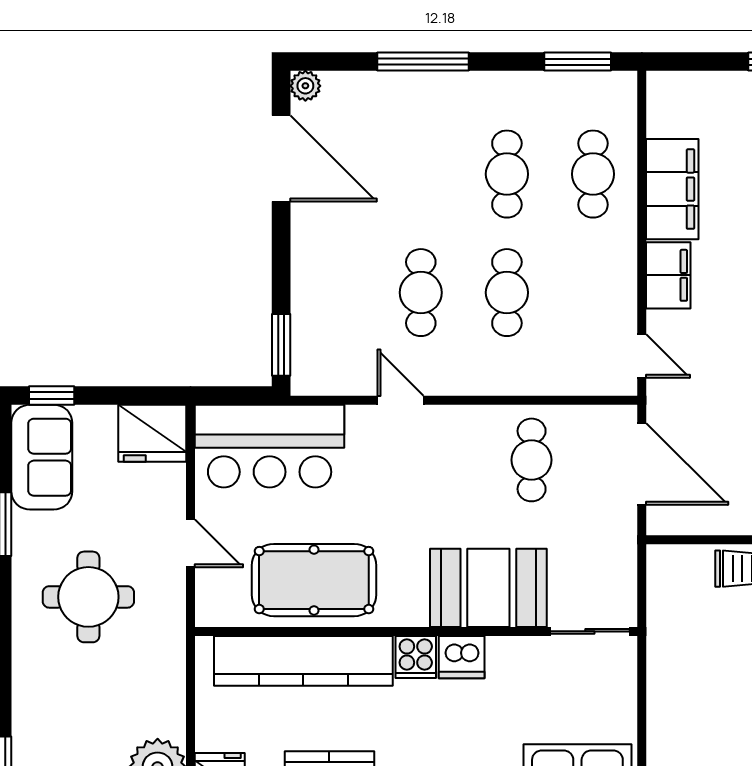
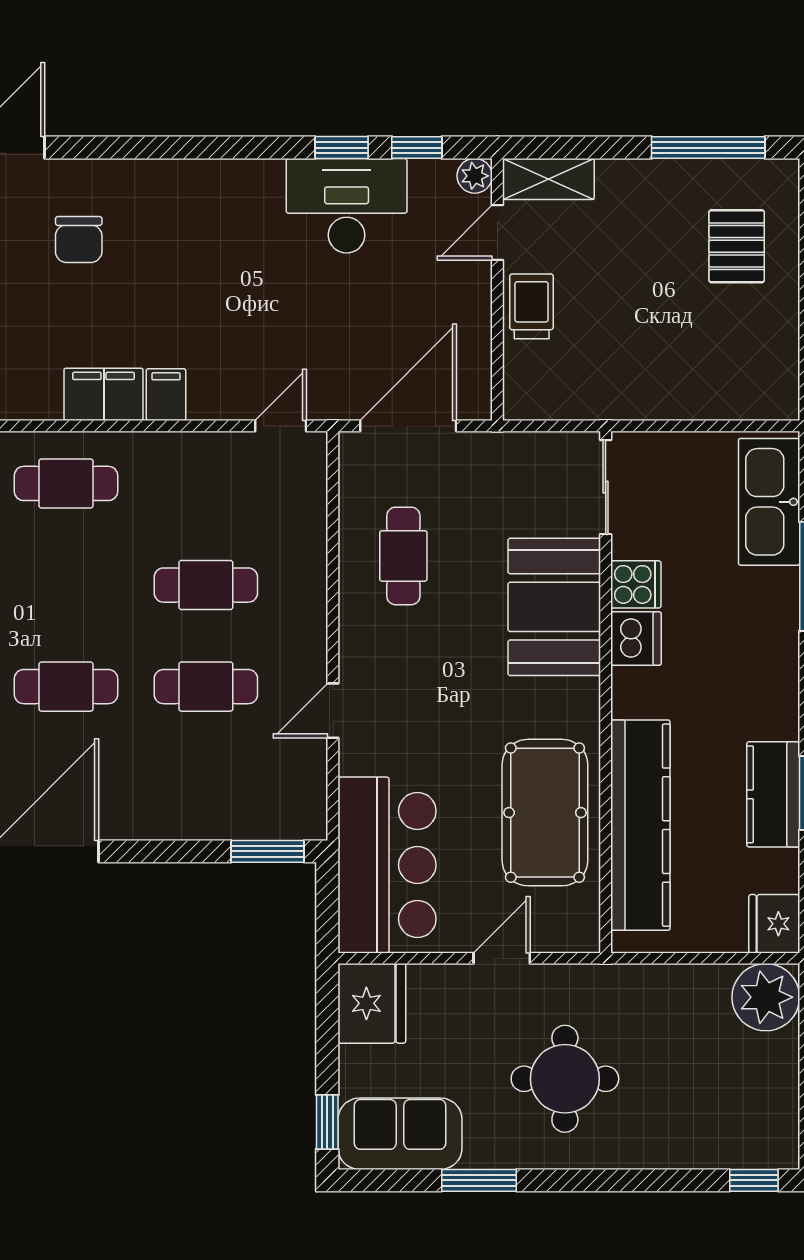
cafe table: (507, 174) -> (66, 687), moved
filing cabinet: (672, 189) -> (104, 394), width x0.67, depth x0.86
filing cabinet: (668, 275) -> (166, 395), width x0.50
cafe table: (532, 460) -> (403, 556), turned 90
cooker: (416, 657) -> (636, 584), moved

